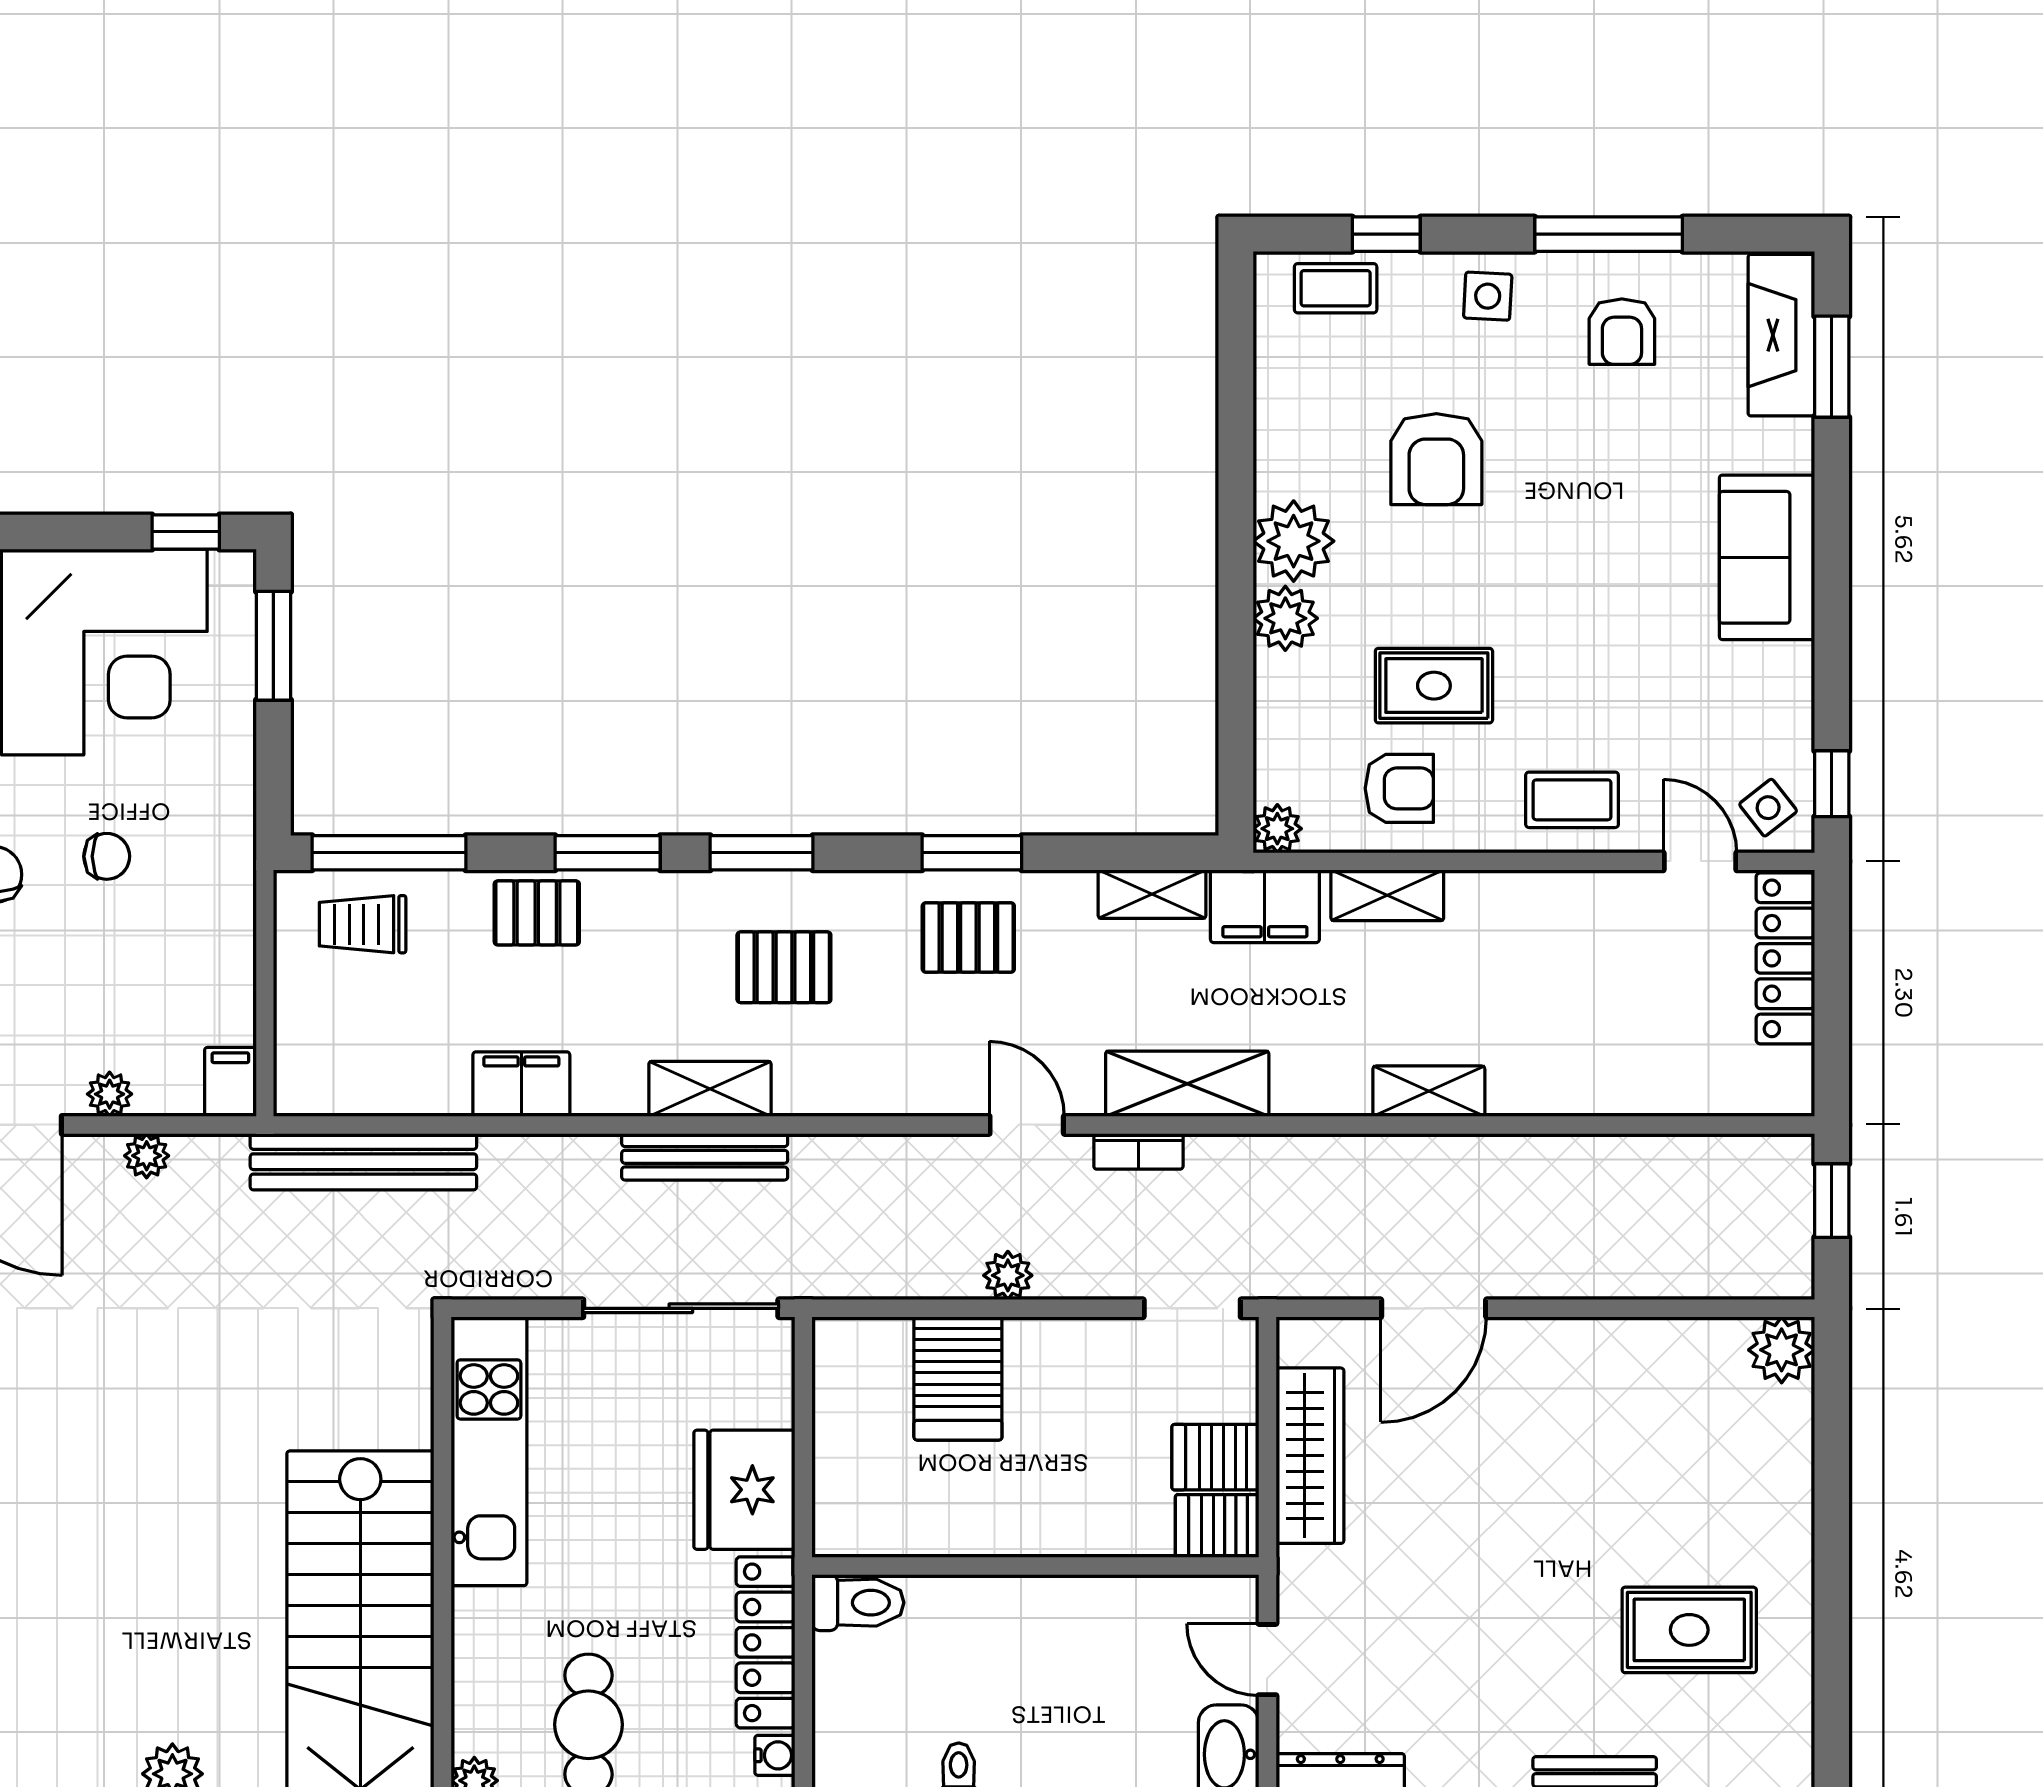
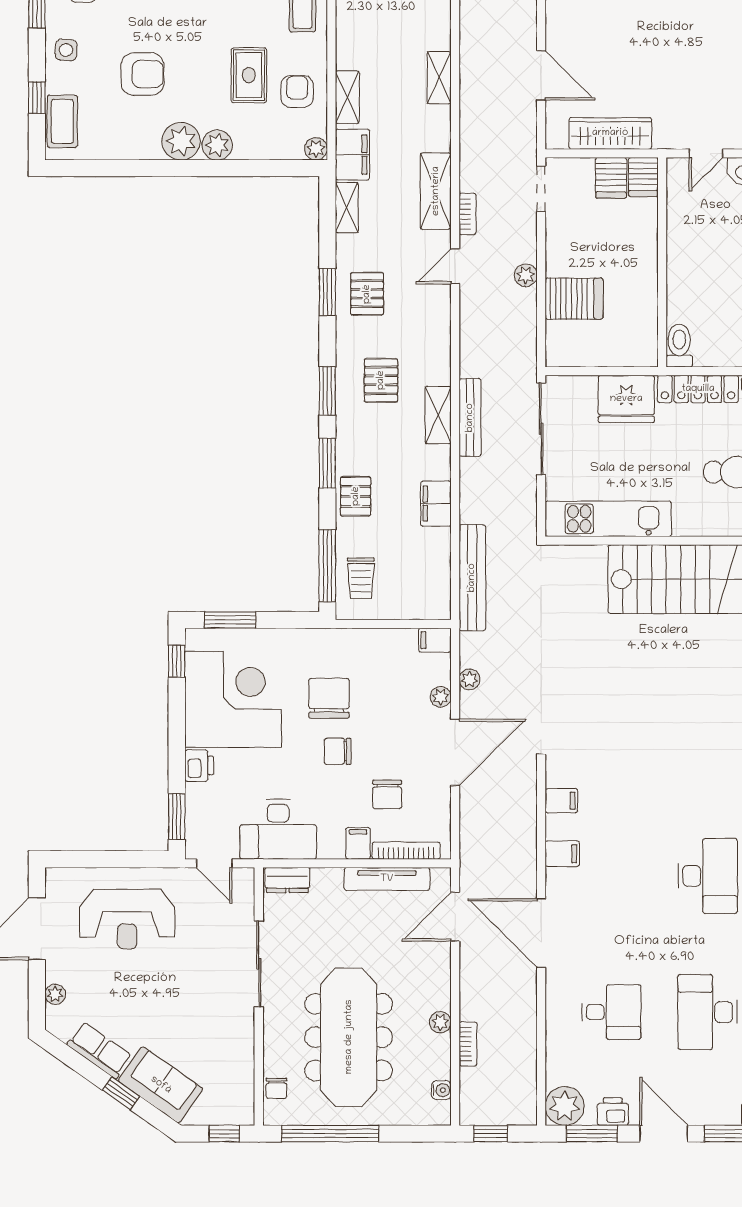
coffee table: (1336, 288) -> (62, 121), width x1.36, depth x1.30
chair: (107, 856) -> (329, 698), width x1.87, depth x1.87

